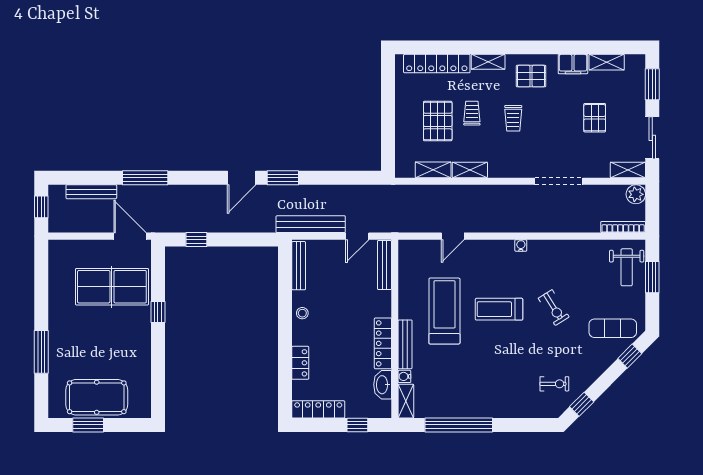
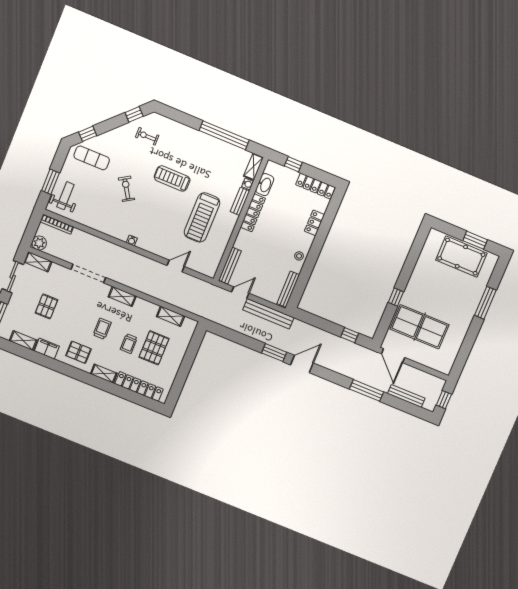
shelving: (470, 170) -> (122, 296), moved
treadmill: (499, 309) -> (172, 178), moved, turned 180
bench: (405, 344) -> (240, 201), width x0.73

